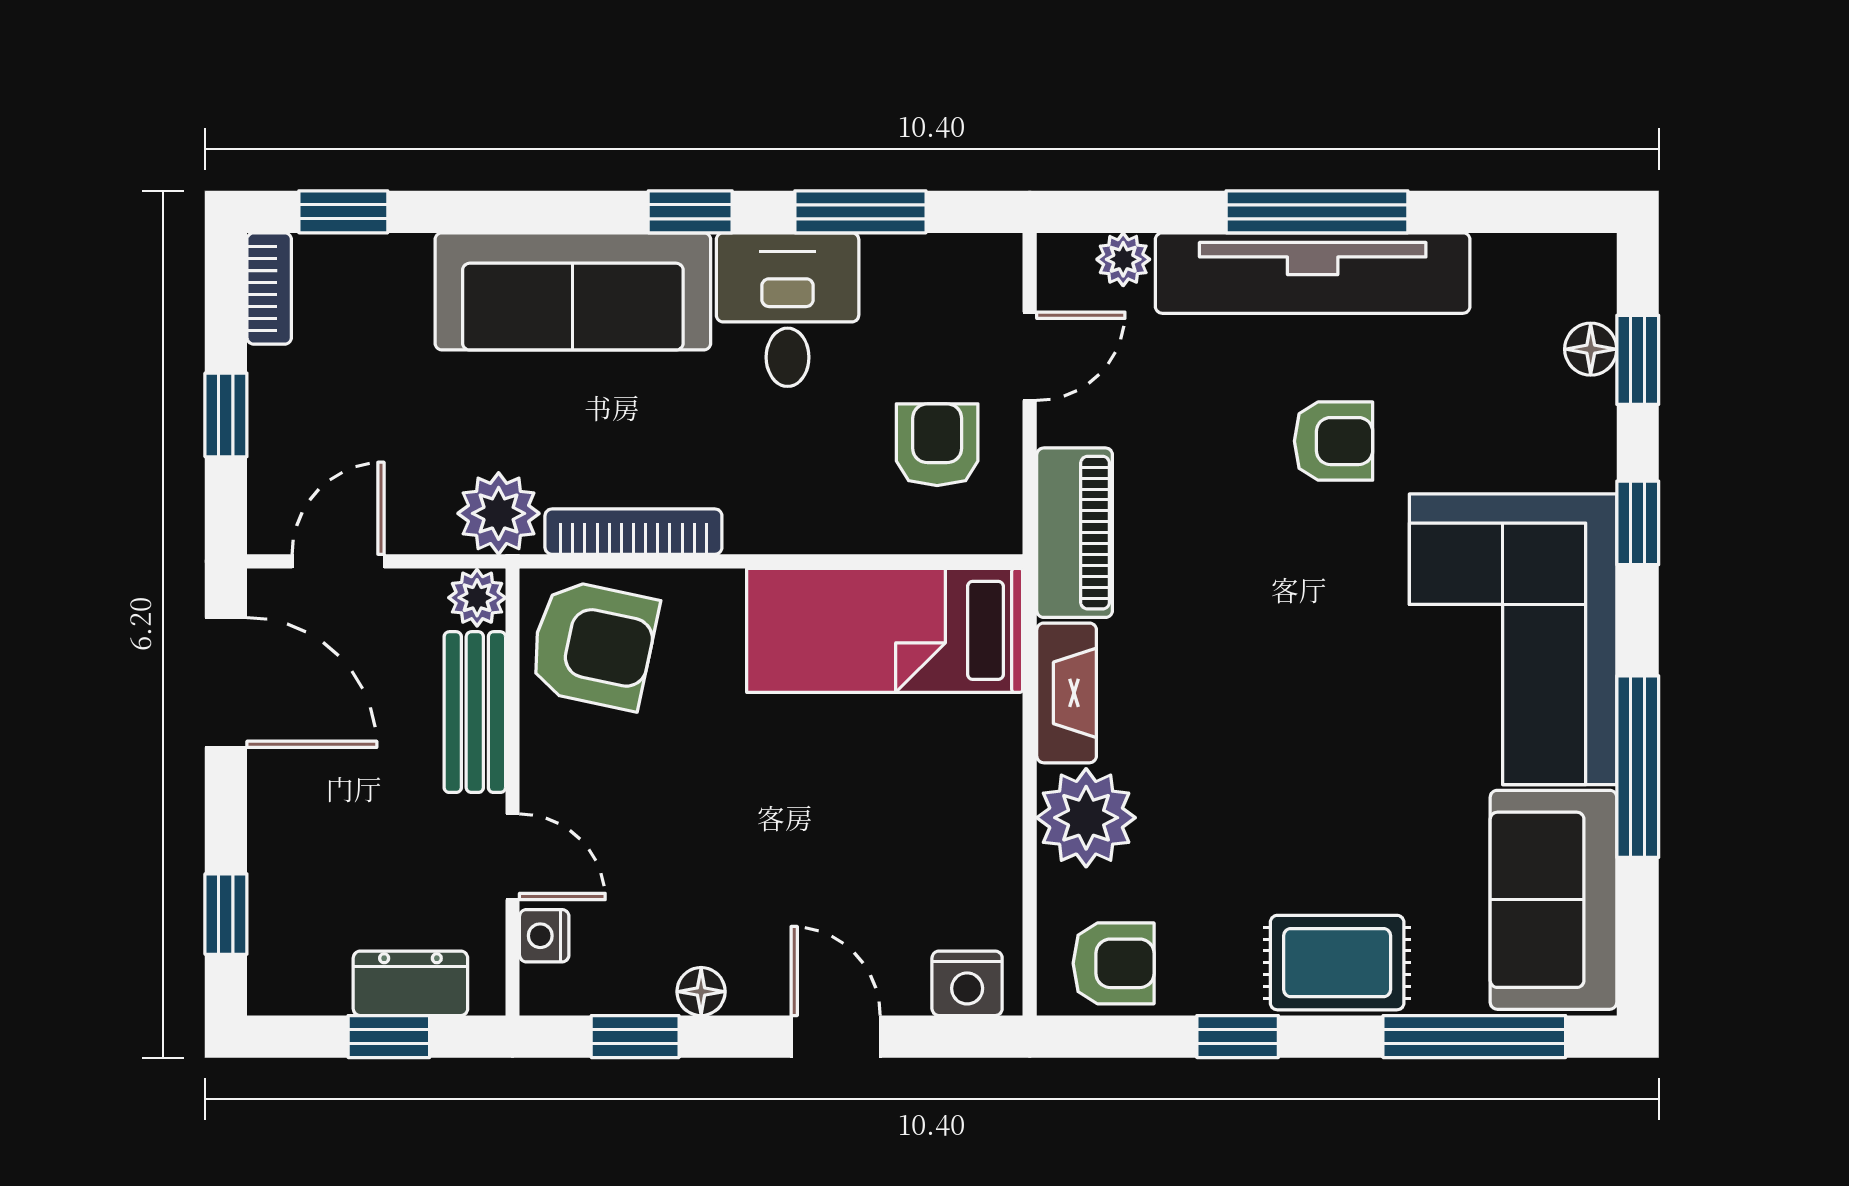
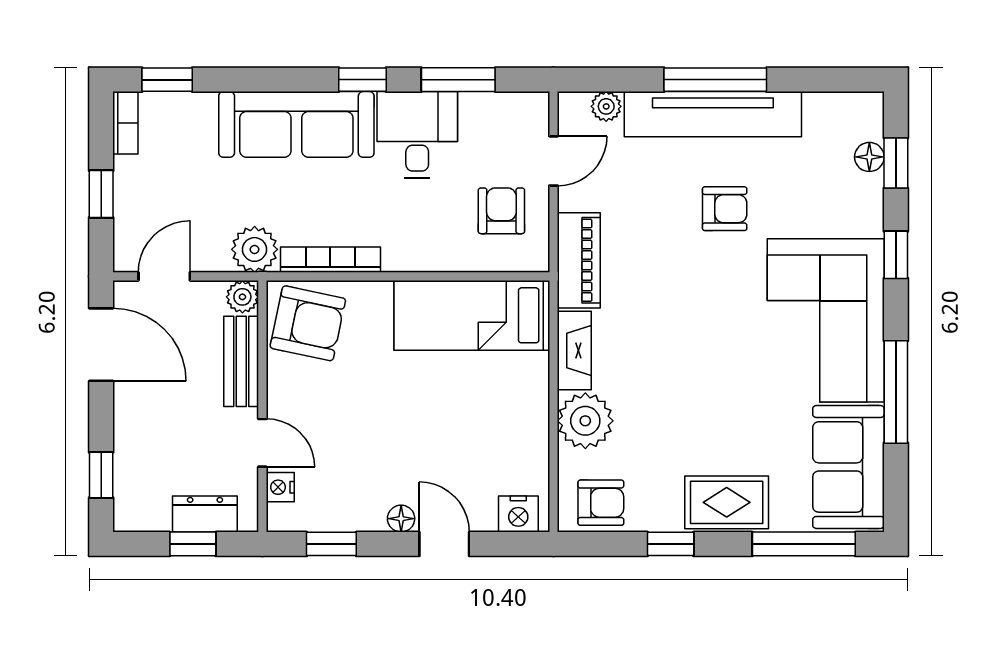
floor lamp: (701, 992) -> (401, 519), moved

